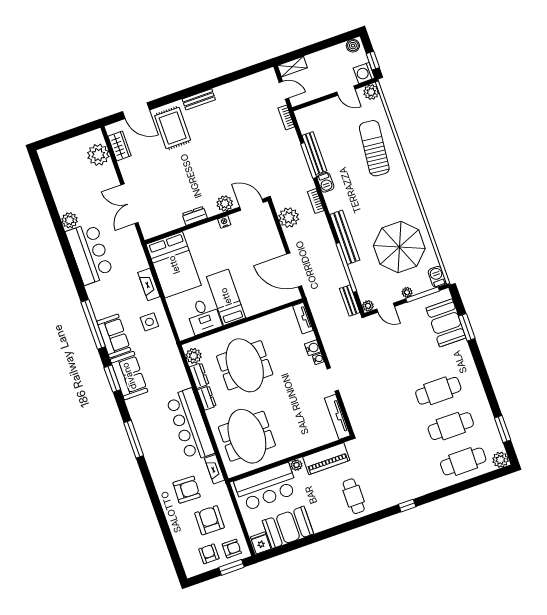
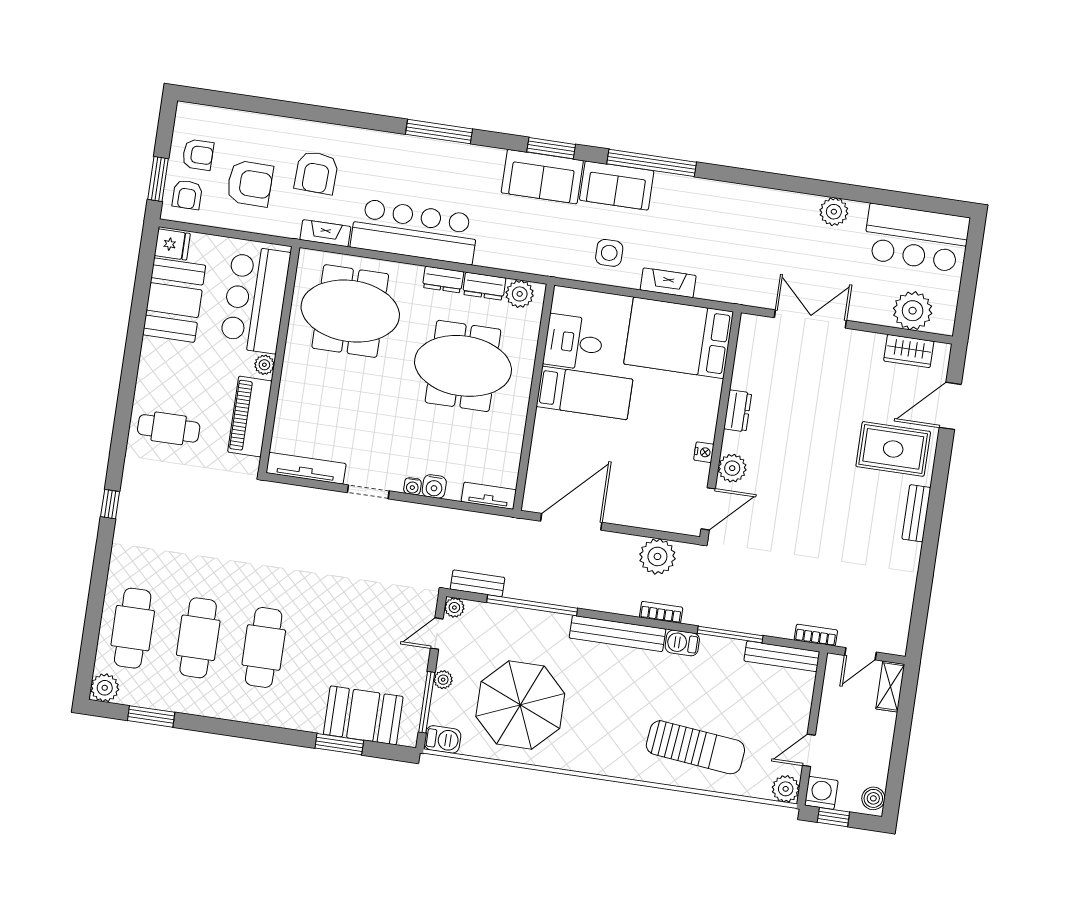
bench: (314, 153) -> (782, 656), moved
bench: (345, 237) -> (617, 633), moved
bar counter: (90, 253) -> (916, 238), moved

